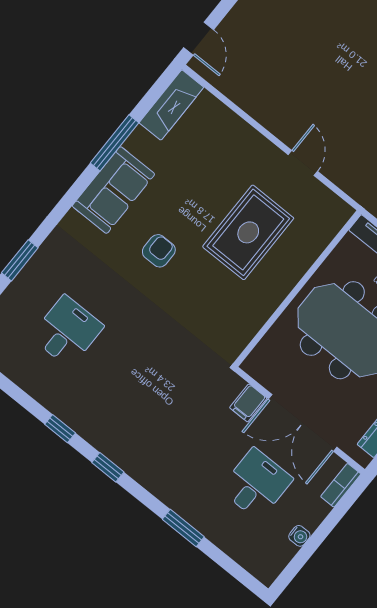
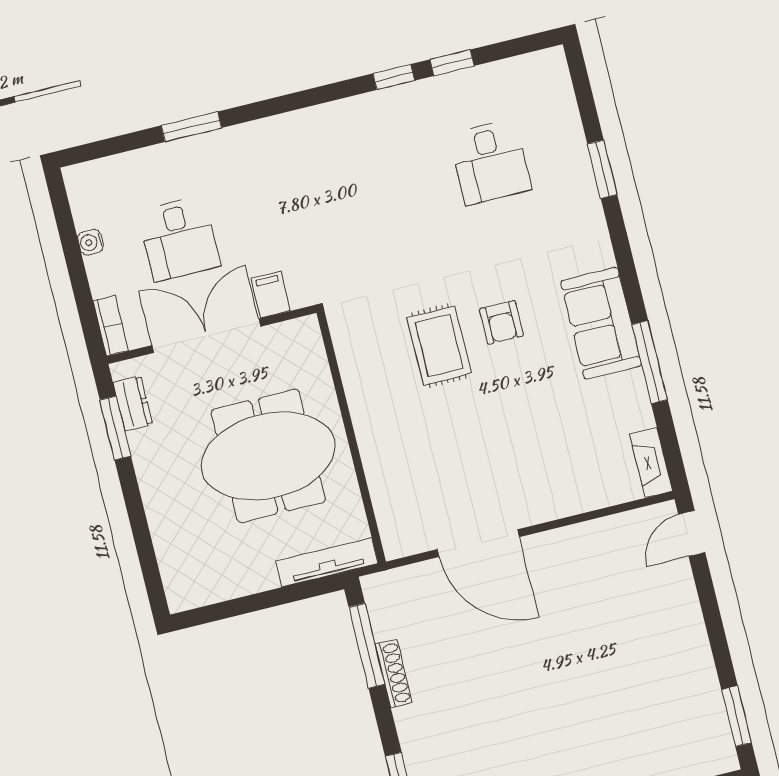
door: (199, 39) -> (692, 533), hinge flipped
fireplace: (171, 105) -> (651, 463), width x0.73, depth x0.76
door: (303, 163) -> (478, 543), width x1.88
rug: (248, 232) -> (439, 346), moved, width x0.73, depth x0.70
window: (108, 467) -> (452, 63), moved

